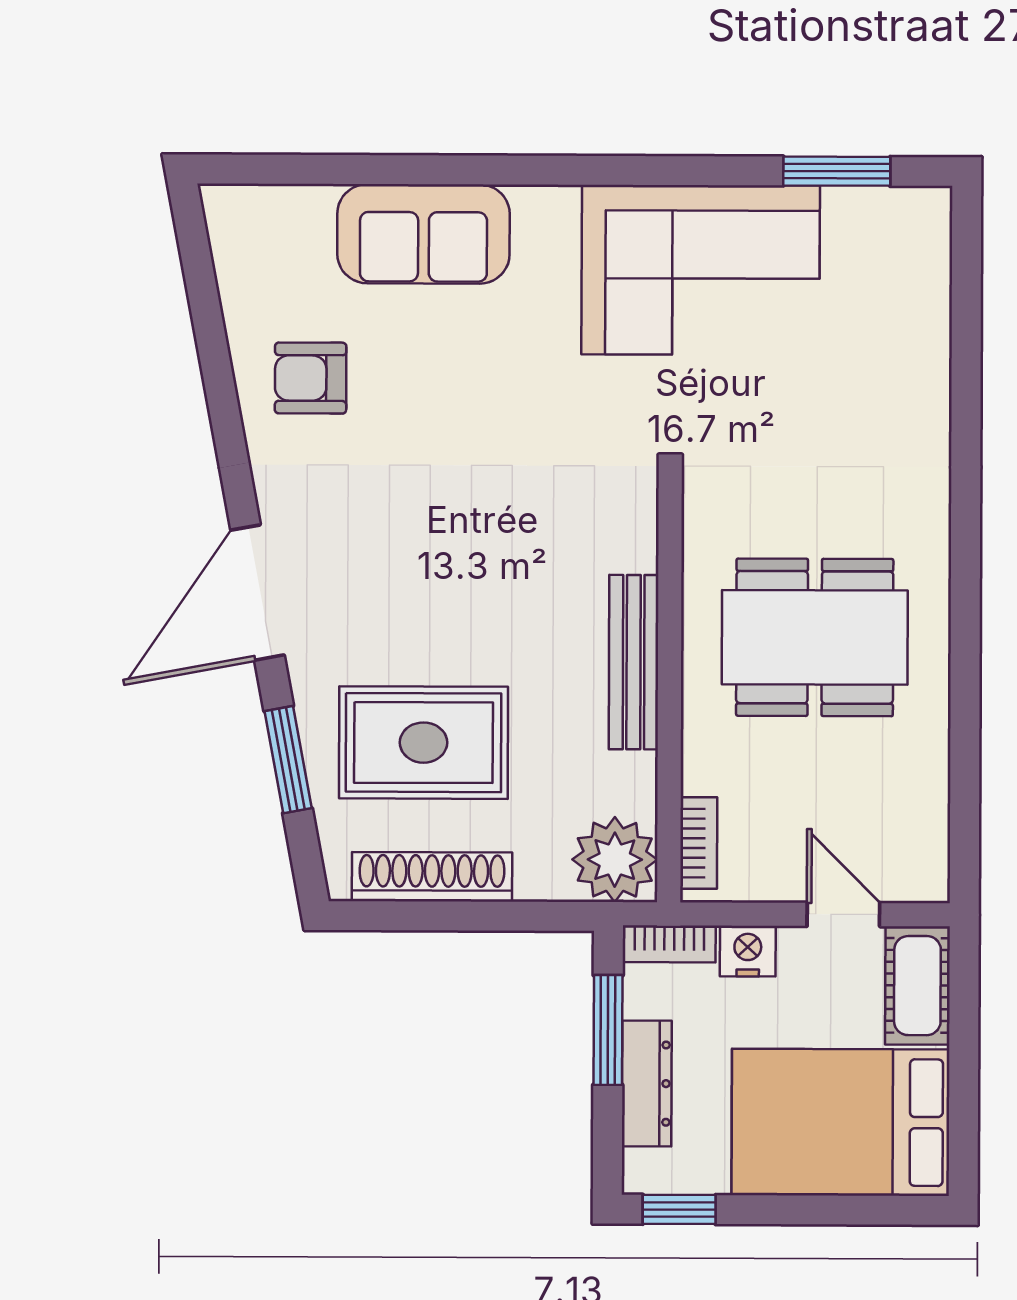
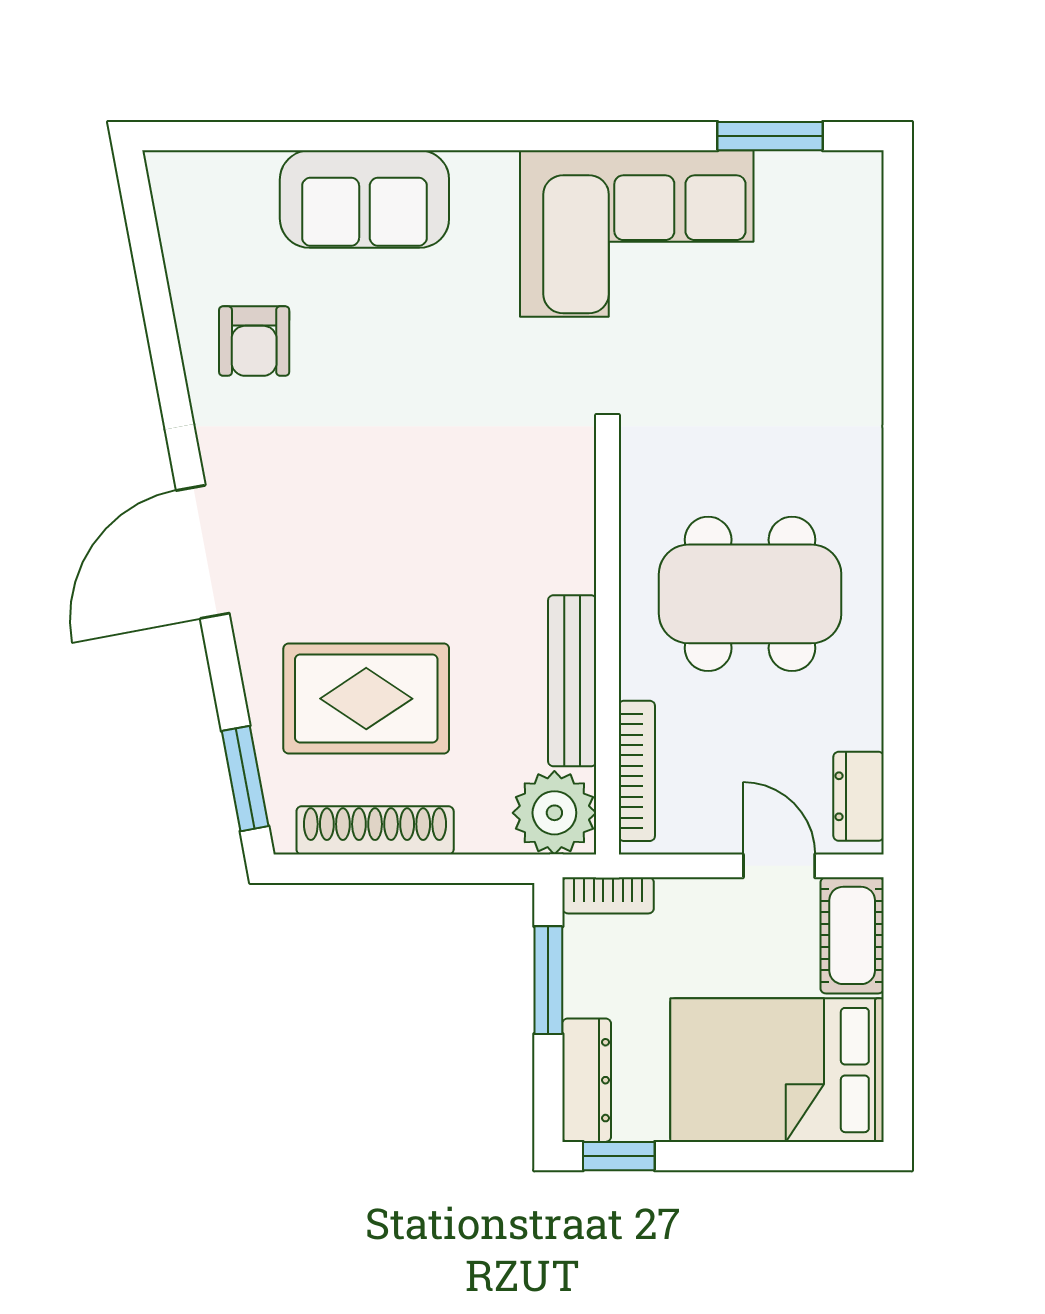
armchair: (311, 378) -> (254, 341), turned -90
bench: (634, 662) -> (572, 681), moved
window: (288, 760) -> (245, 779), moved
bookcase: (699, 843) -> (637, 771), width x1.56
dresser: (925, 844) -> (859, 796), added
nightstand: (748, 951) -> (685, 902), removed
dresser: (647, 1084) -> (587, 1080), moved

